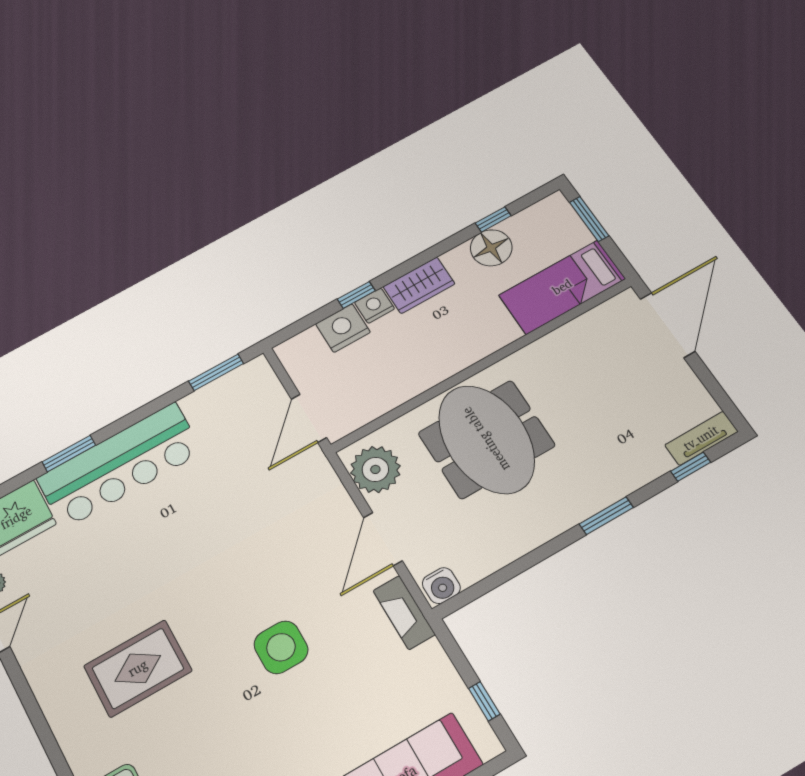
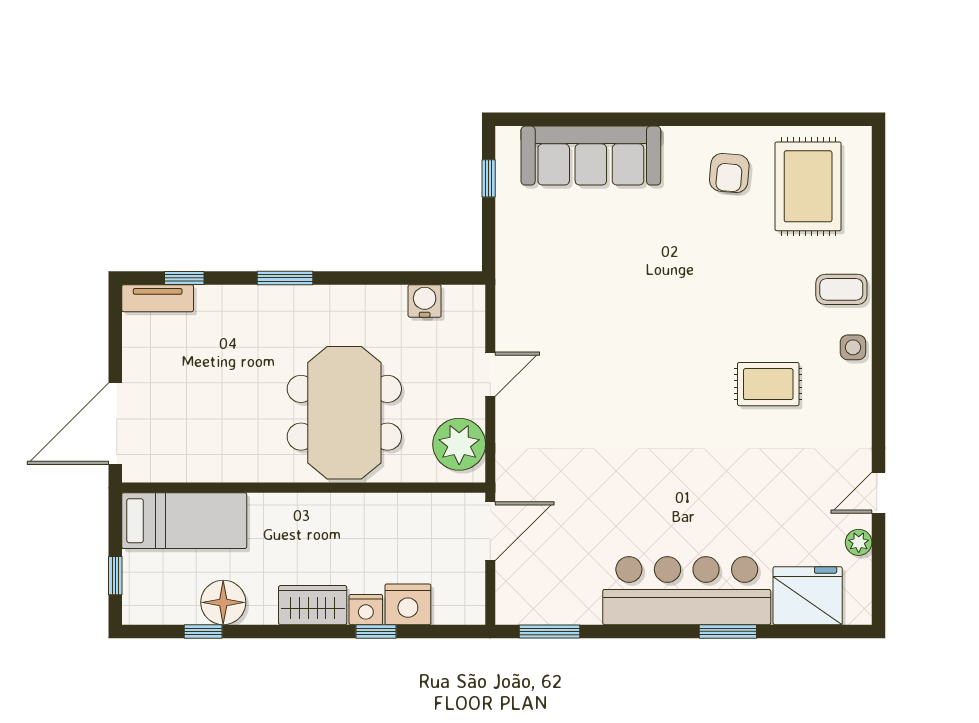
window: (589, 219) -> (115, 576), width x0.67
door: (383, 539) -> (490, 374), width x0.73
water cooler: (441, 586) -> (425, 301), moved
fireplace: (404, 612) -> (511, 296), removed
side table: (281, 647) -> (853, 347), moved, width x0.54, depth x0.54
rug: (138, 668) -> (768, 384), width x0.73, depth x0.70

